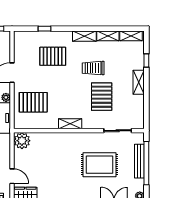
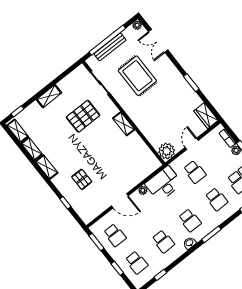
pallet: (53, 56) -> (82, 179), width x0.67, depth x0.71
window: (146, 61) -> (17, 111), moved
trolley: (93, 68) -> (66, 140), removed
pallet: (33, 102) -> (130, 166), removed
door: (12, 176) -> (192, 144), moved

